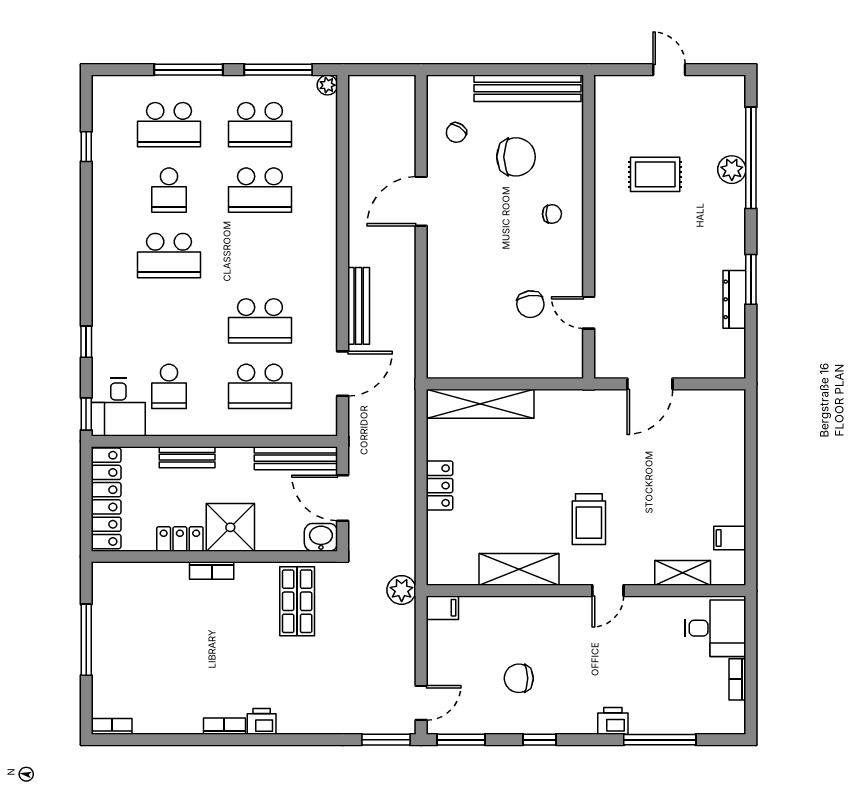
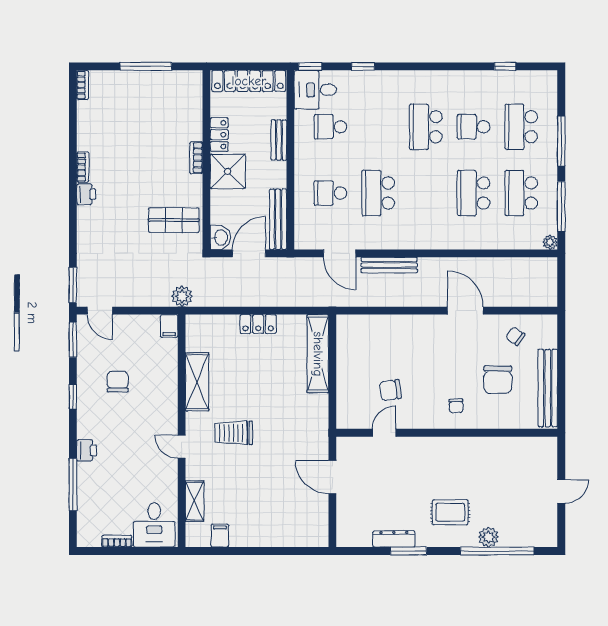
rug: (655, 174) -> (450, 512), moved, turned 90
school desk: (260, 386) -> (330, 193), width x0.54

